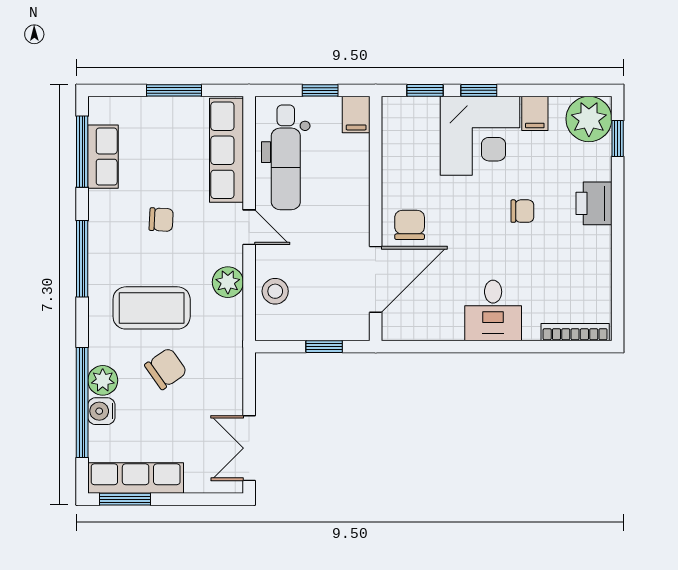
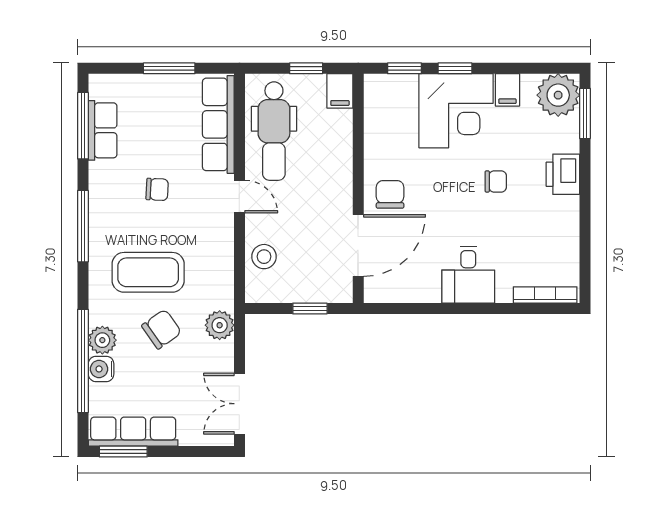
window: (618, 139) -> (585, 113), width x1.50
plant: (228, 282) -> (220, 325), moved

